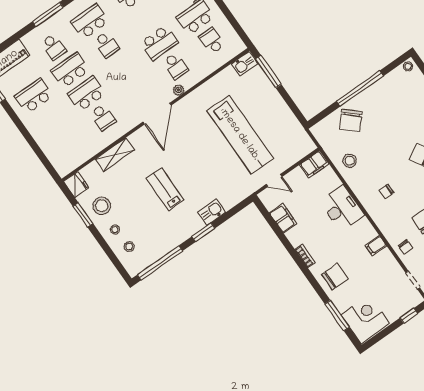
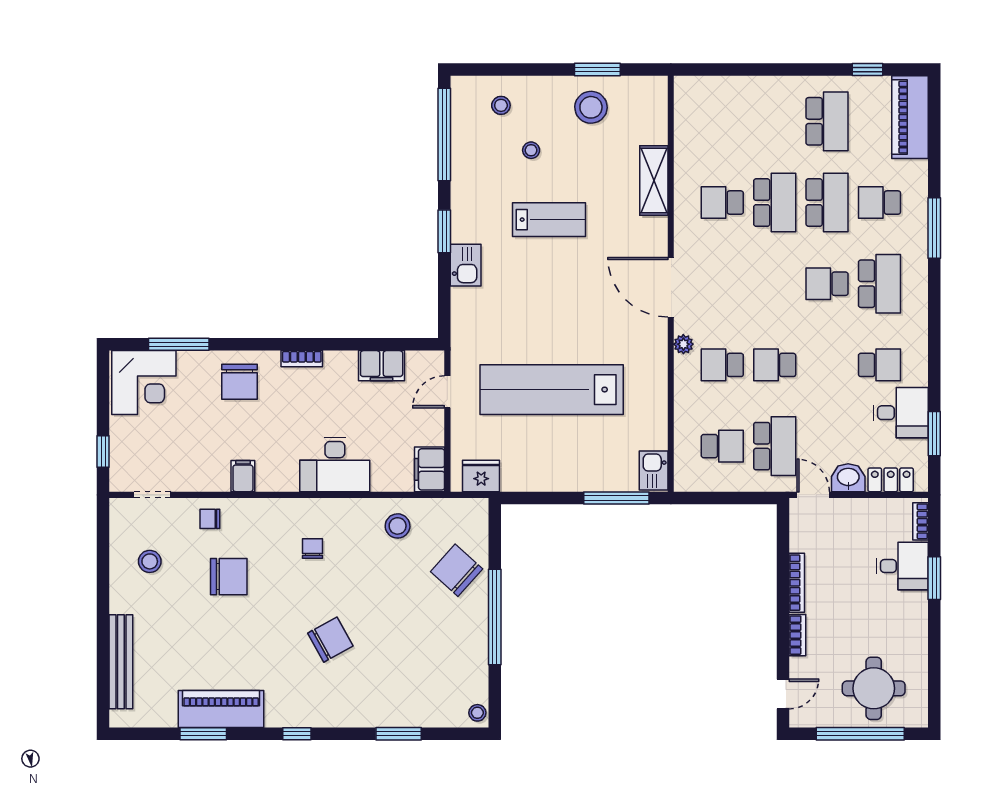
school desk: (159, 43) -> (775, 365), width x0.54
fridge: (76, 185) -> (481, 476), moved, turned 180
stool: (115, 229) -> (531, 150), moved

